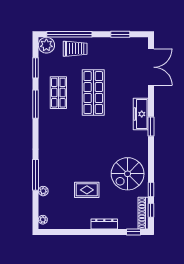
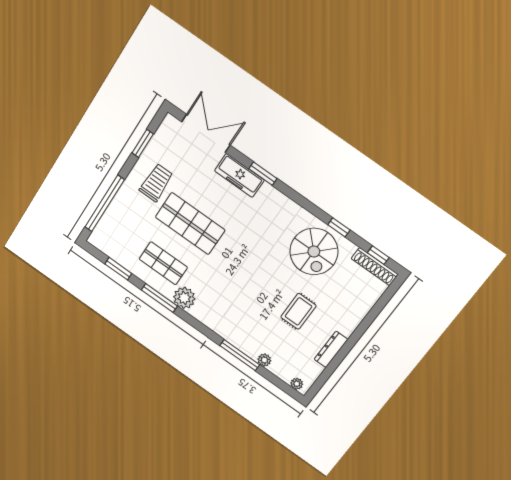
plant: (46, 45) -> (184, 298), moved
trolley: (75, 49) -> (156, 183), moved
freezer: (141, 114) -> (239, 175), moved
window: (151, 127) -> (263, 174), moved
window: (151, 189) -> (339, 227), moved
dresser: (104, 224) -> (331, 349), moved
window: (134, 232) -> (389, 294), removed

